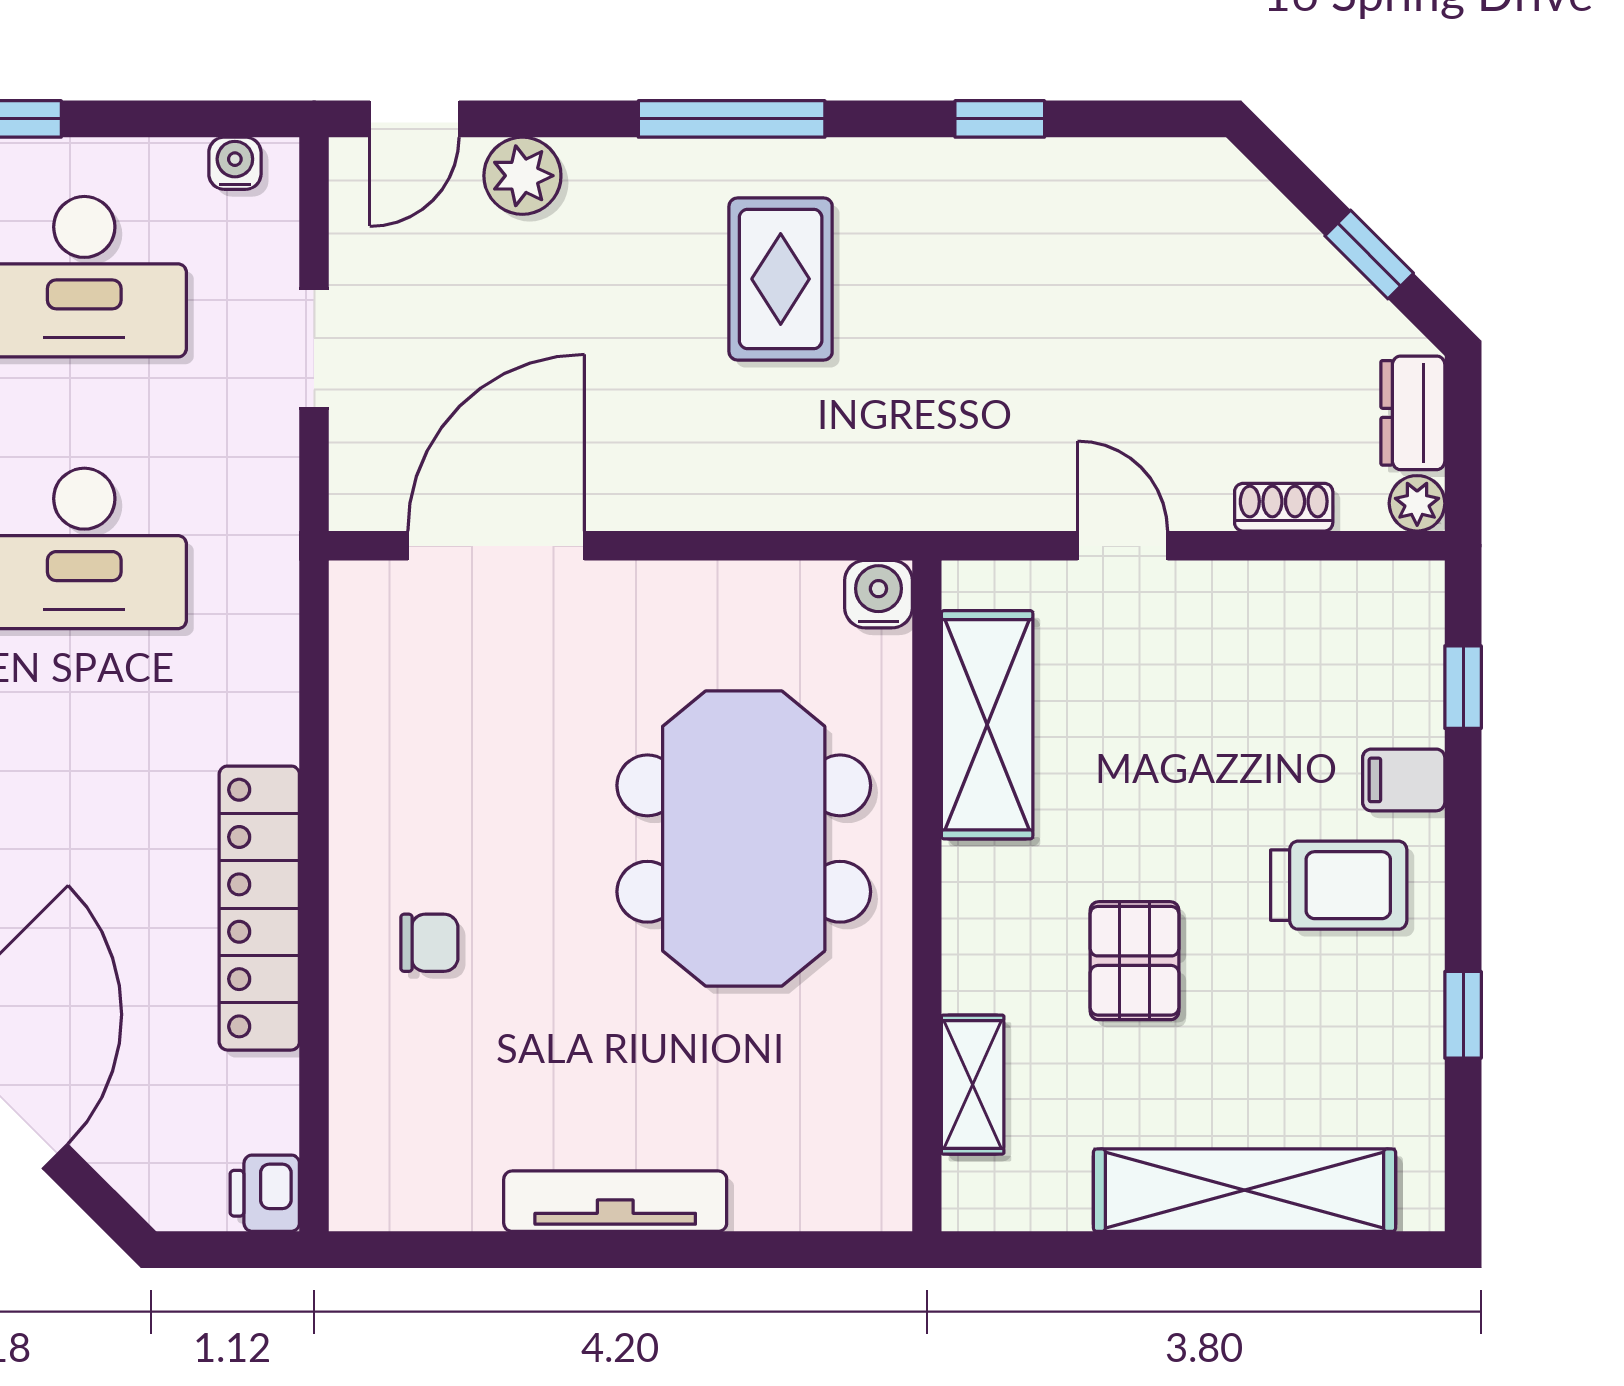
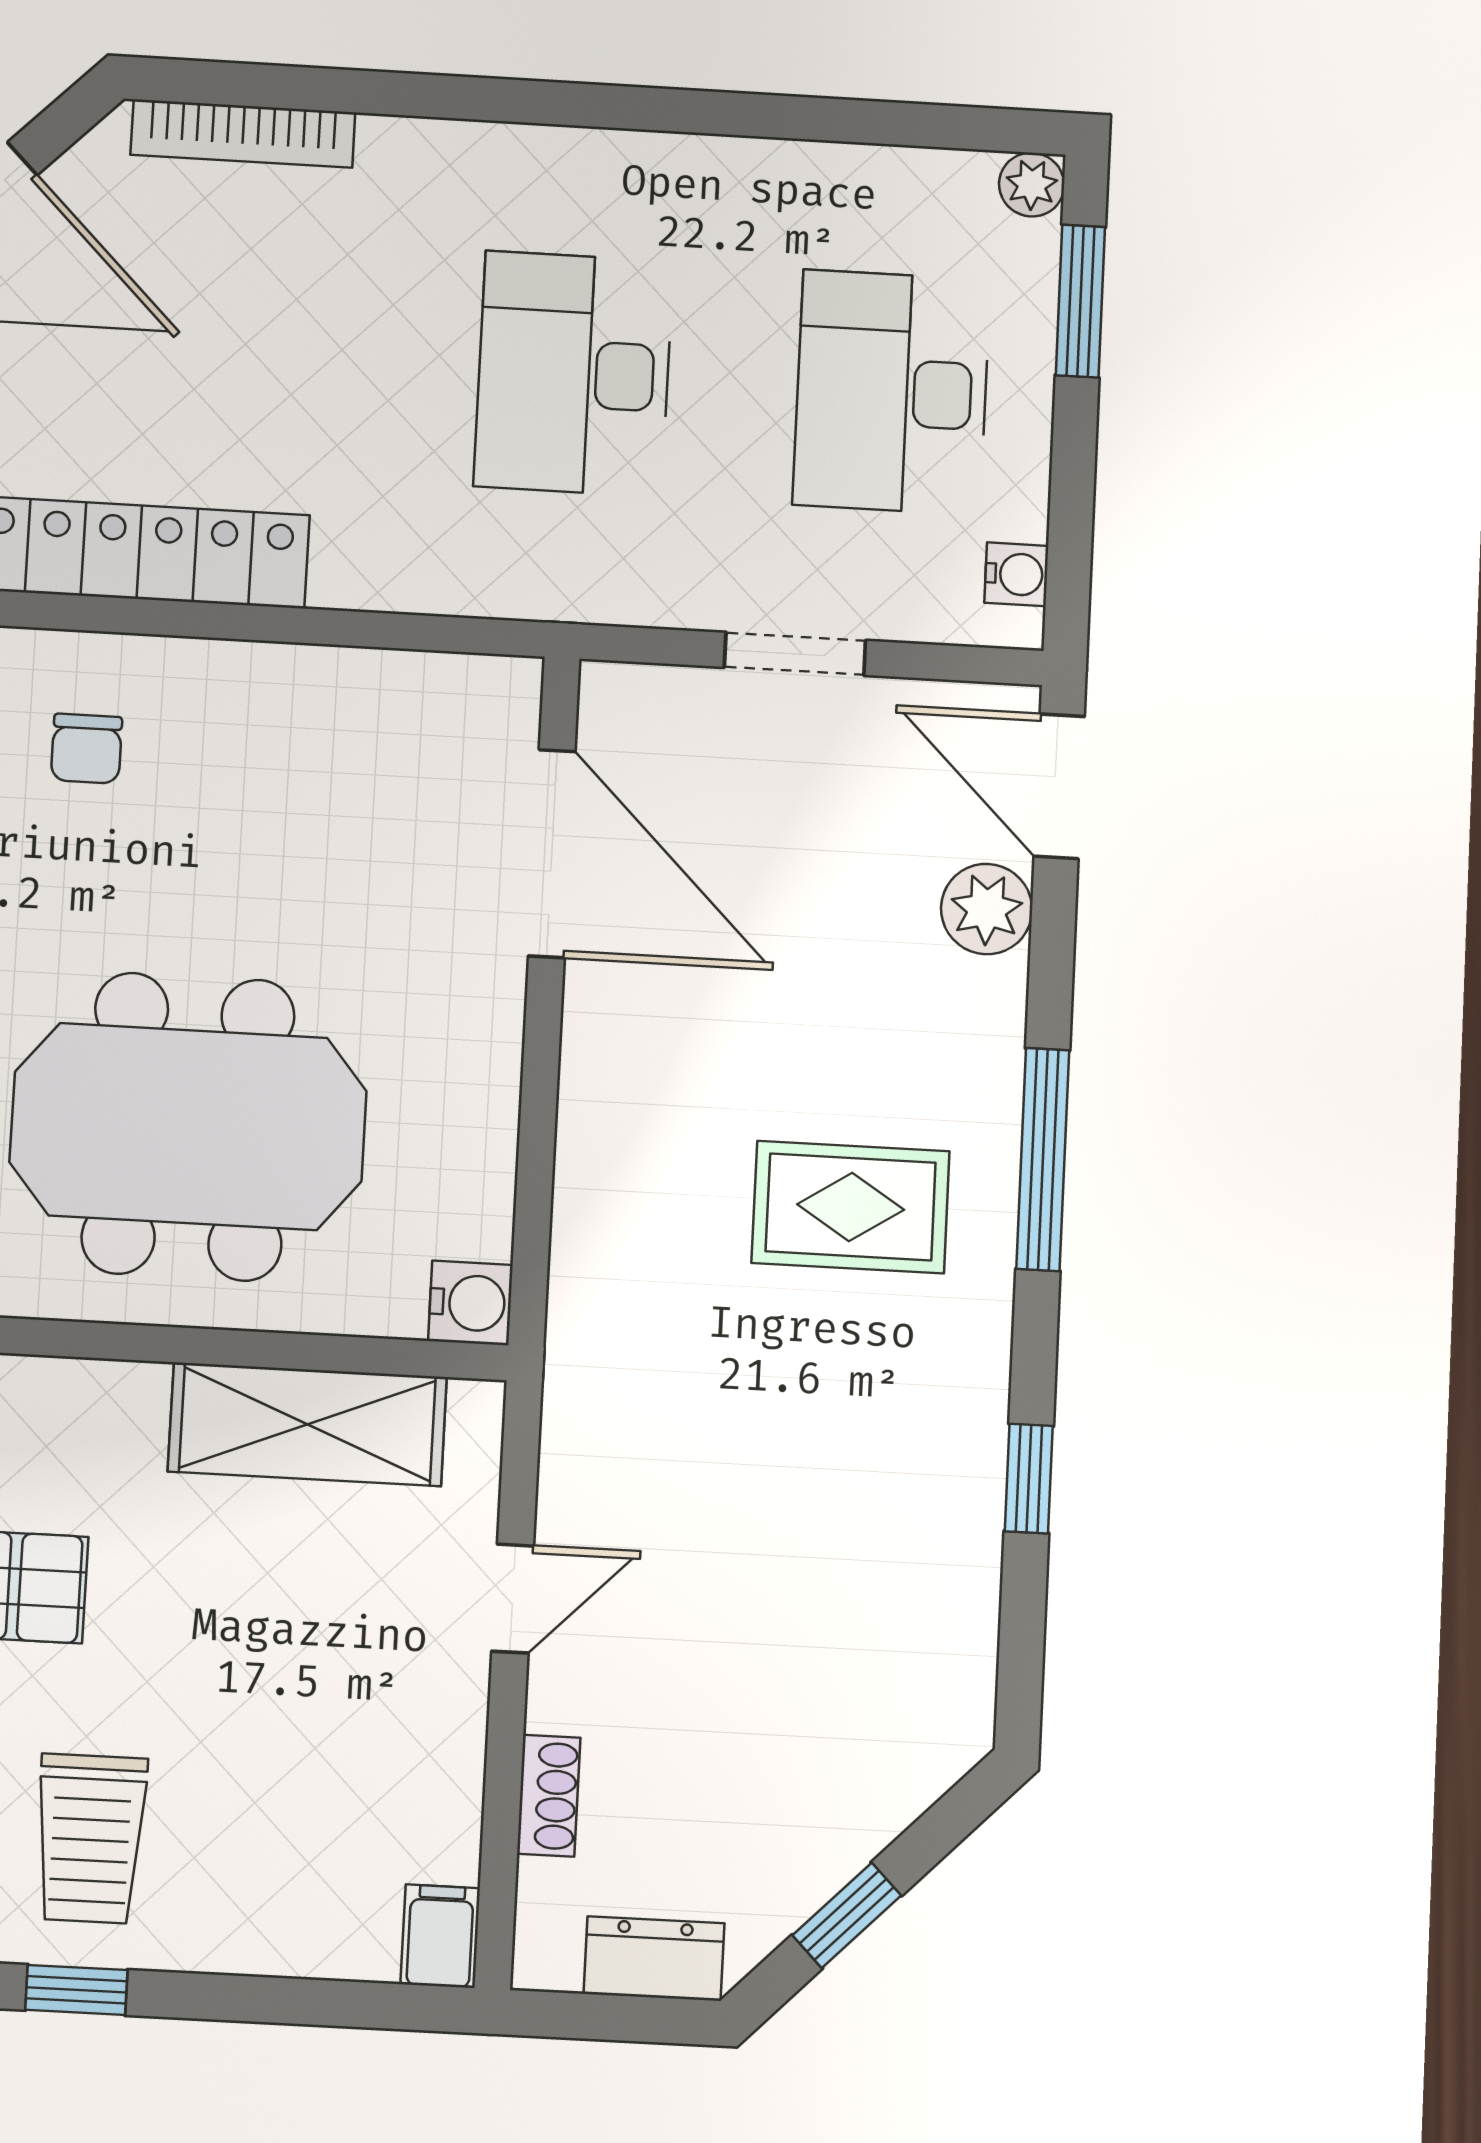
door: (414, 119) -> (1059, 786), width x1.38
plant: (1417, 503) -> (545, 1958), removed
window: (1463, 687) -> (76, 1990), moved
filing cabinet: (1404, 780) -> (440, 1936), moved

